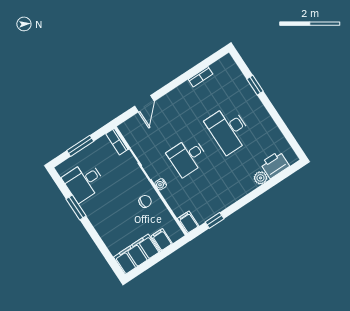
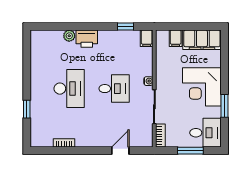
printer: (275, 165) -> (87, 39), moved
desk: (84, 181) -> (206, 133), moved
chair: (145, 201) -> (169, 76), removed
corner desk: (108, 211) -> (202, 87), added

